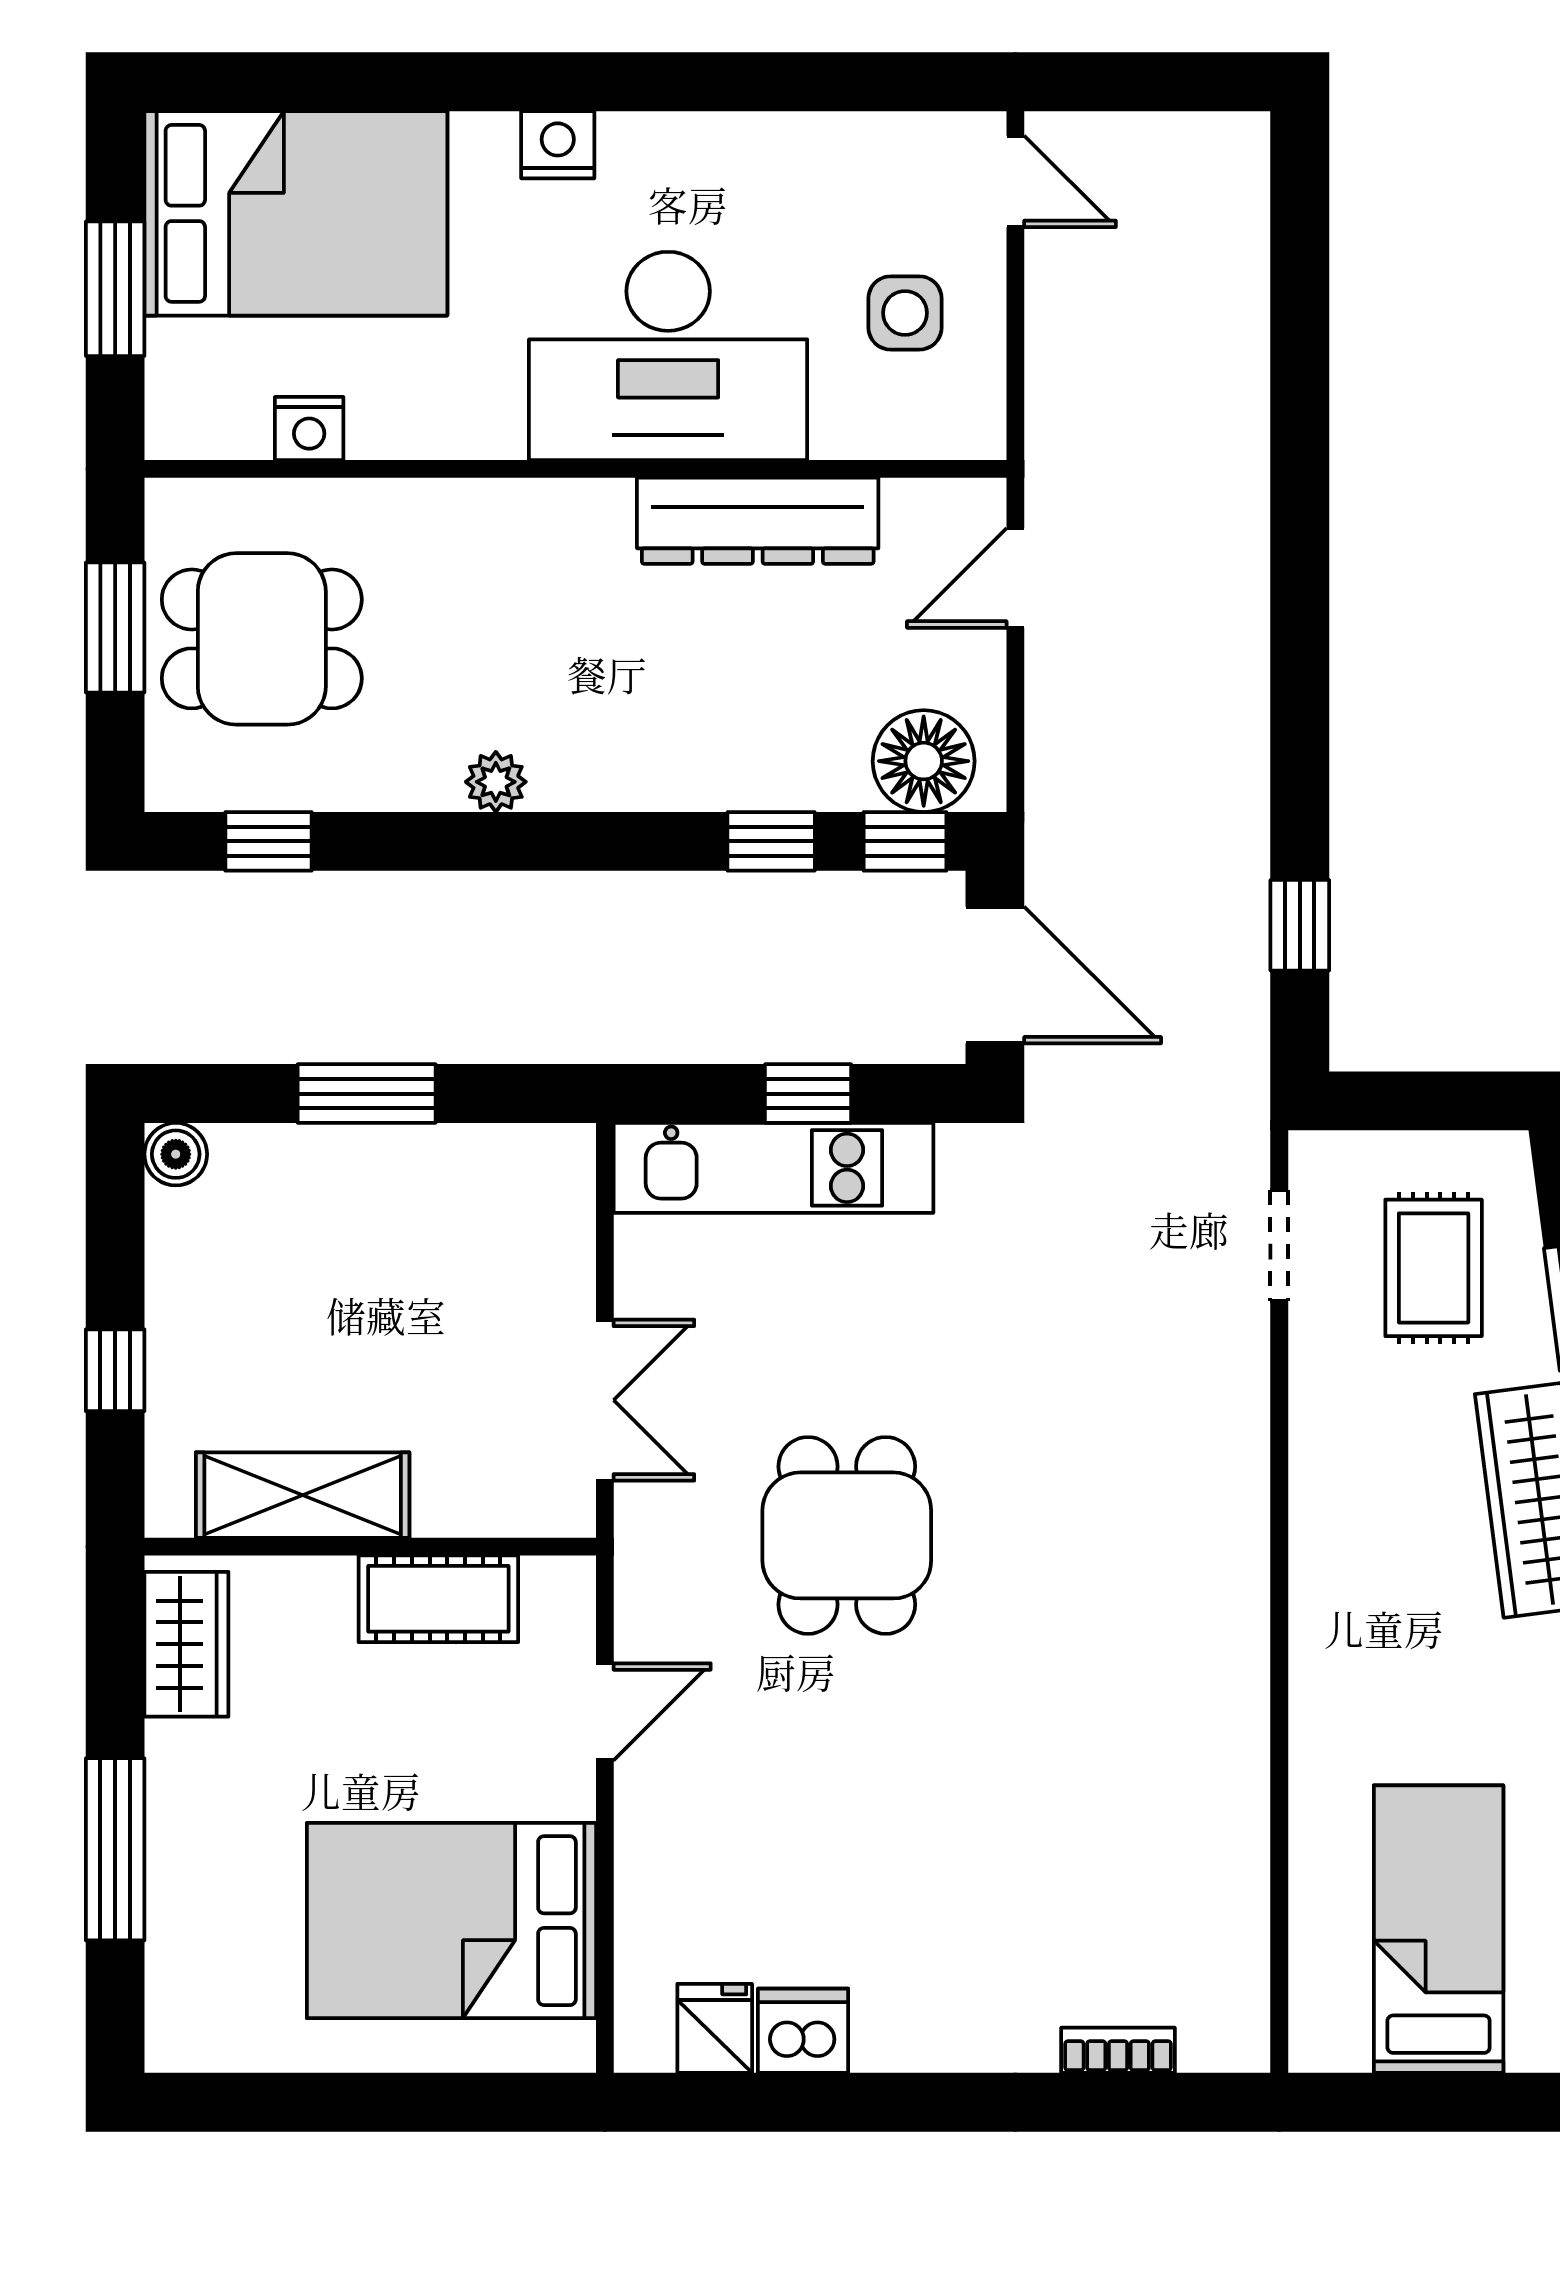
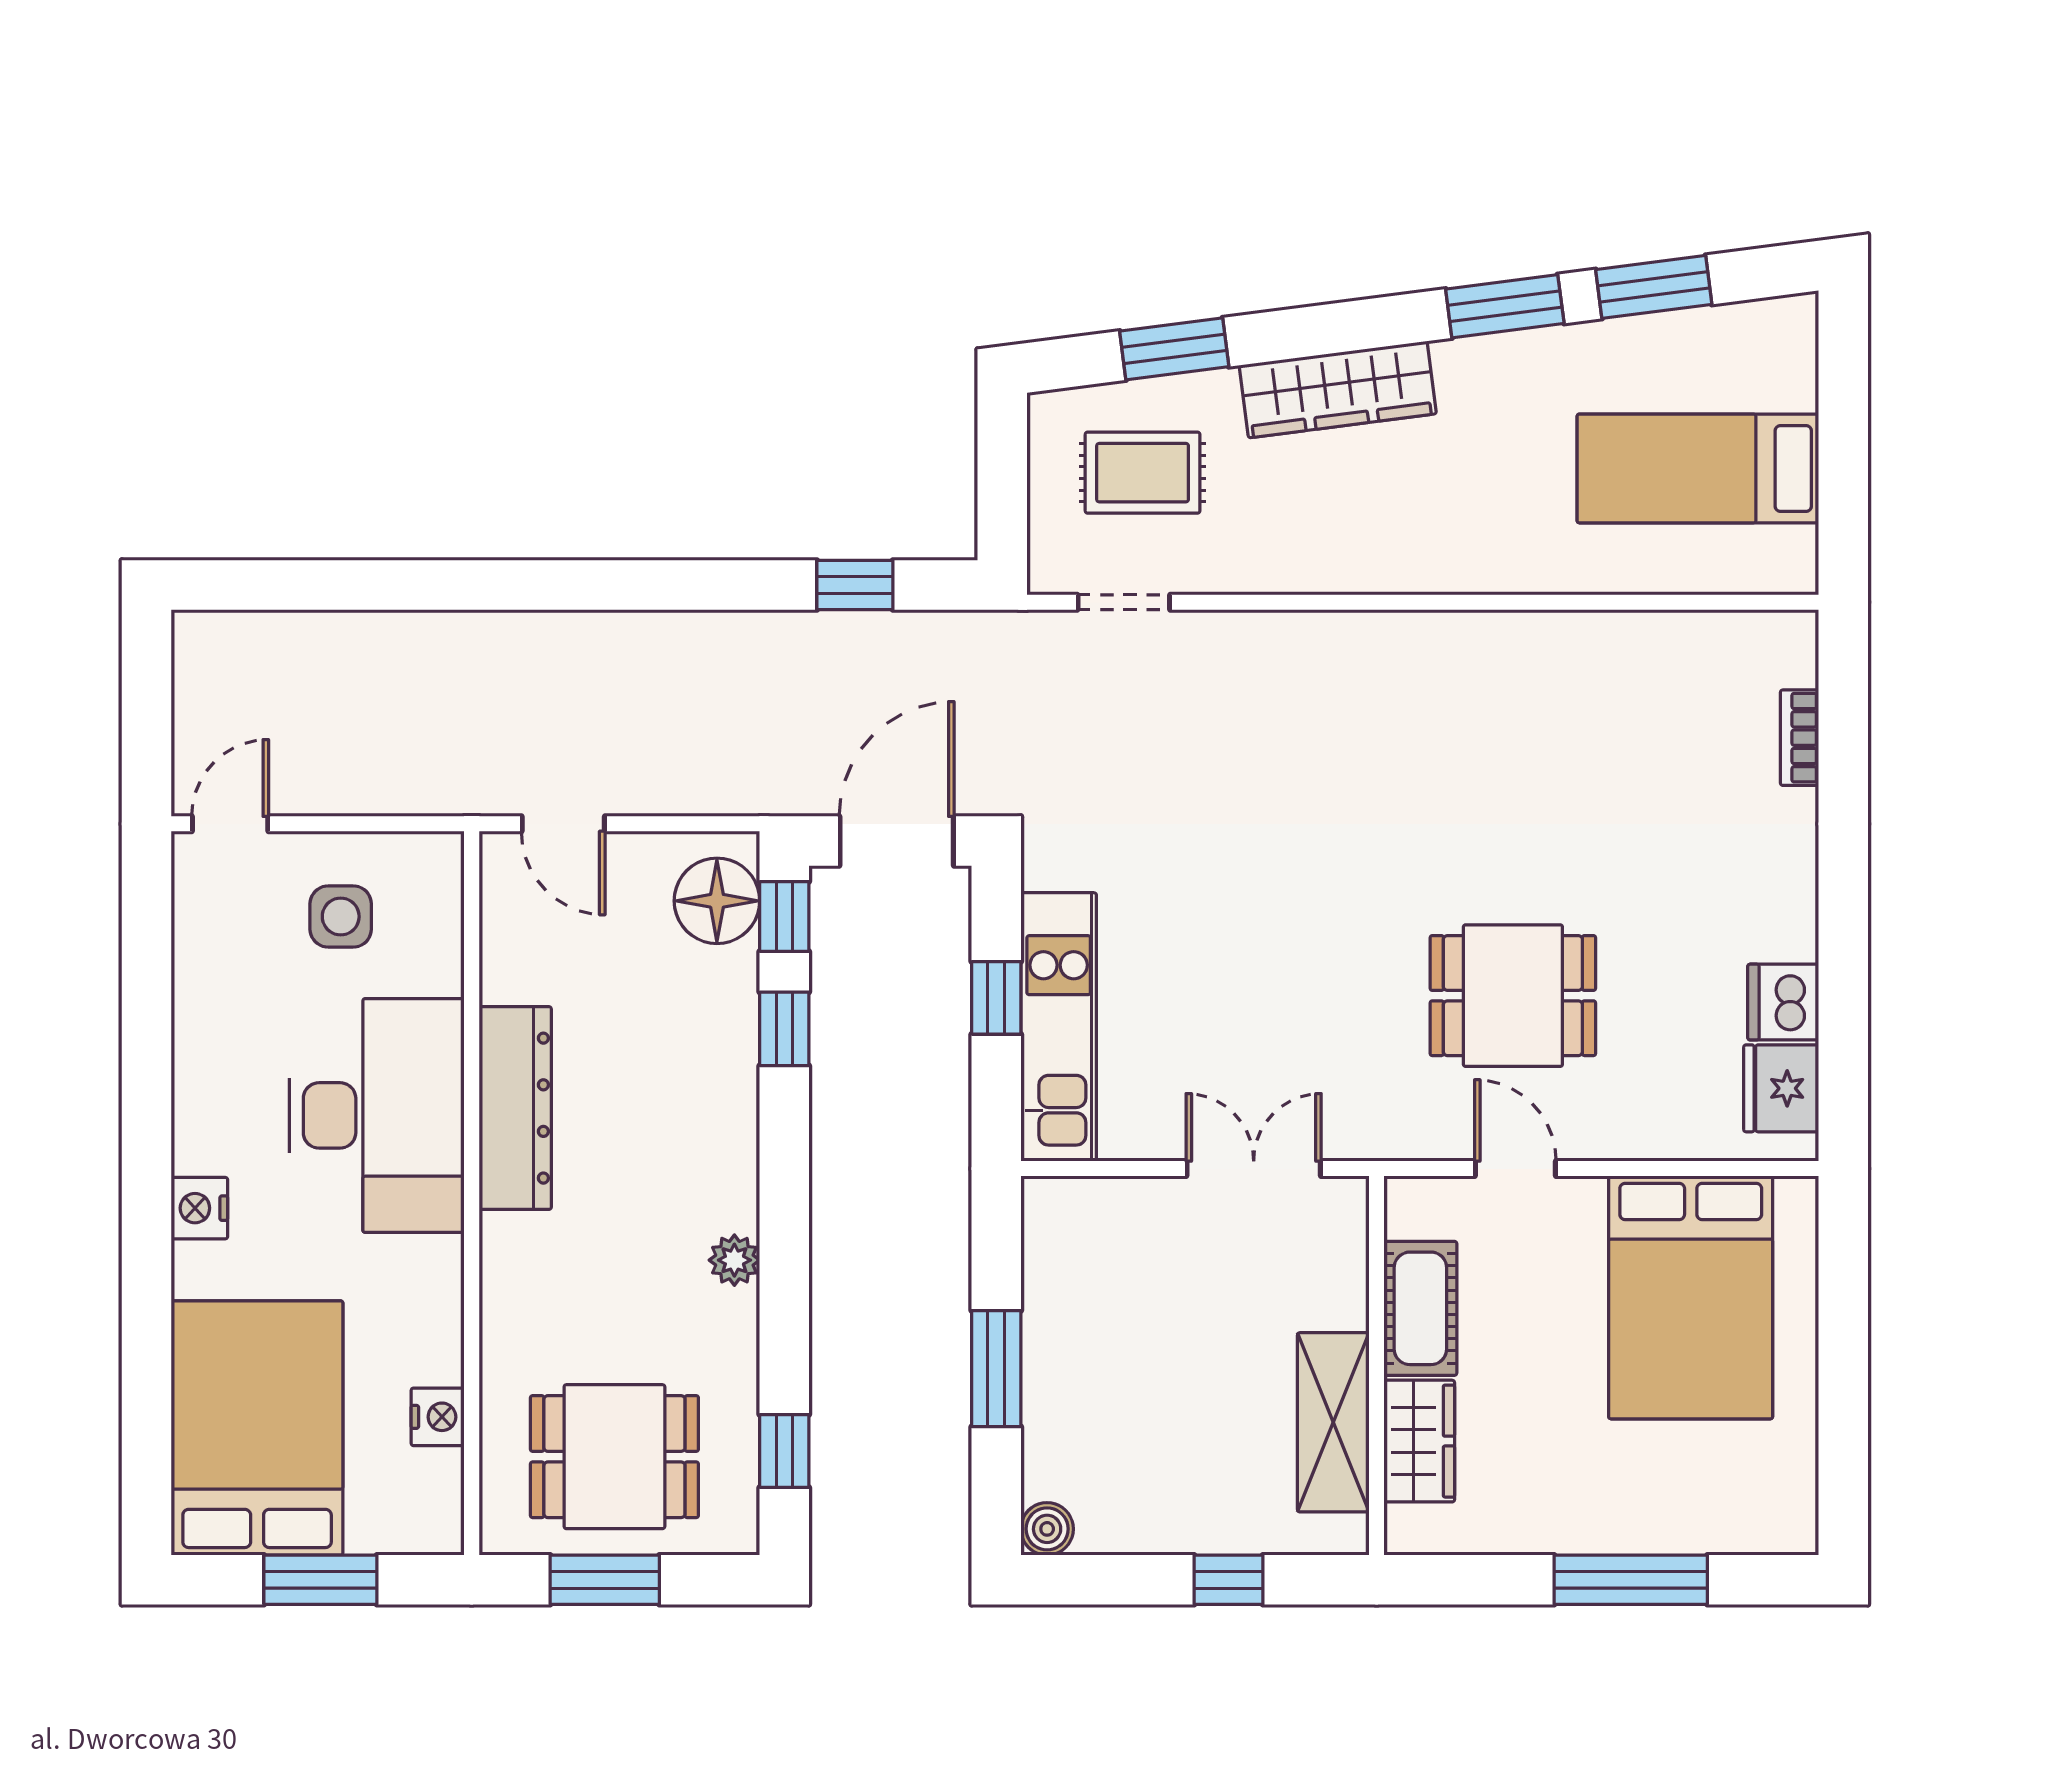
dresser: (758, 521) -> (515, 1108), moved
dining table: (262, 639) -> (614, 1457), turned 90
dining table: (847, 1535) -> (1513, 996), moved
wardrobe: (186, 1644) -> (1419, 1441), moved, turned 90
fridge: (715, 2028) -> (1781, 1088), width x1.38

